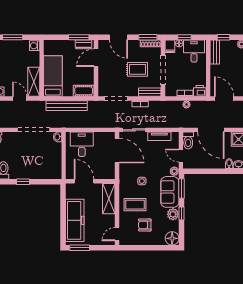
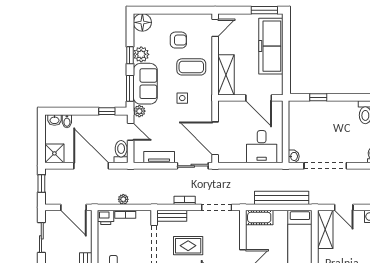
window: (199, 171) -> (107, 111), added
window: (23, 182) -> (318, 97), moved

